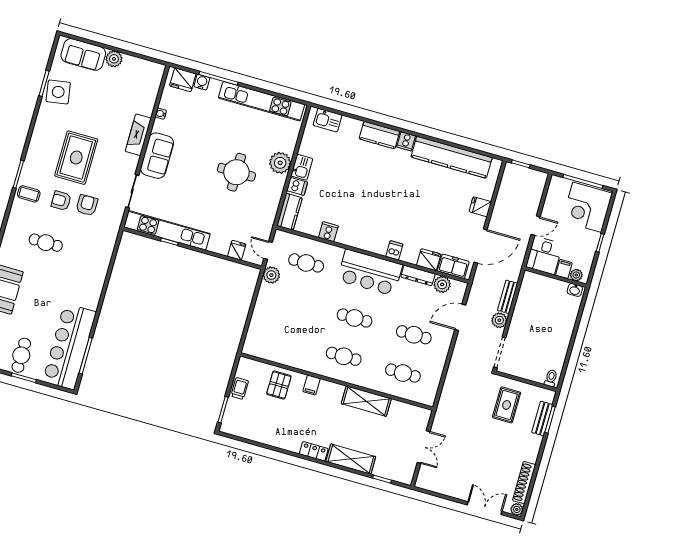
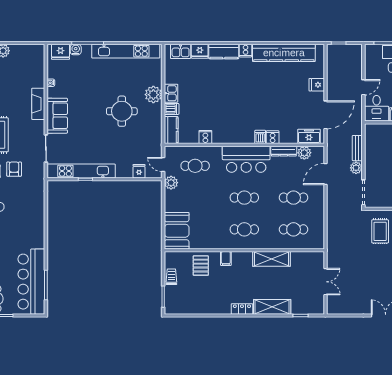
cooker: (409, 255) -> (273, 137), added
fridge: (429, 260) -> (200, 51), moved, turned 180
booth: (262, 335) -> (177, 231), added

